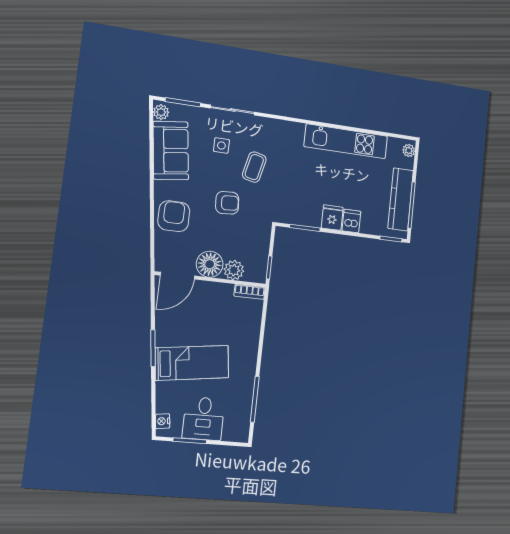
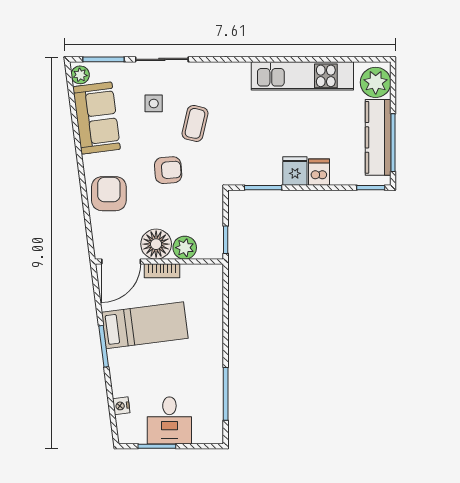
plant: (409, 150) -> (376, 82), width x1.88, depth x1.88
bookcase: (250, 292) -> (162, 271), moved
bed: (192, 363) -> (145, 325), moved
nightstand: (163, 421) -> (121, 406), moved

